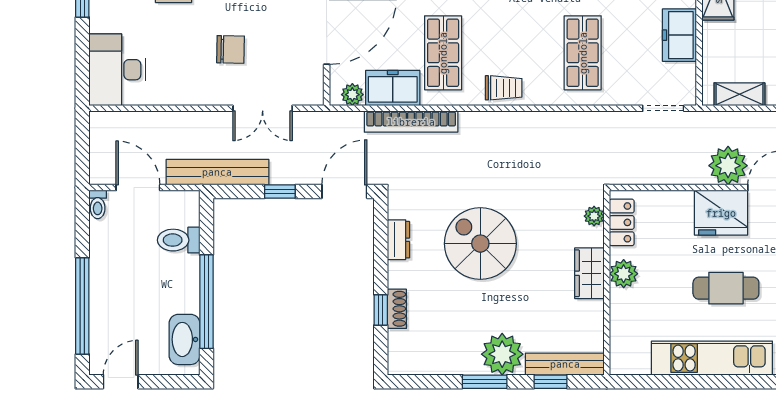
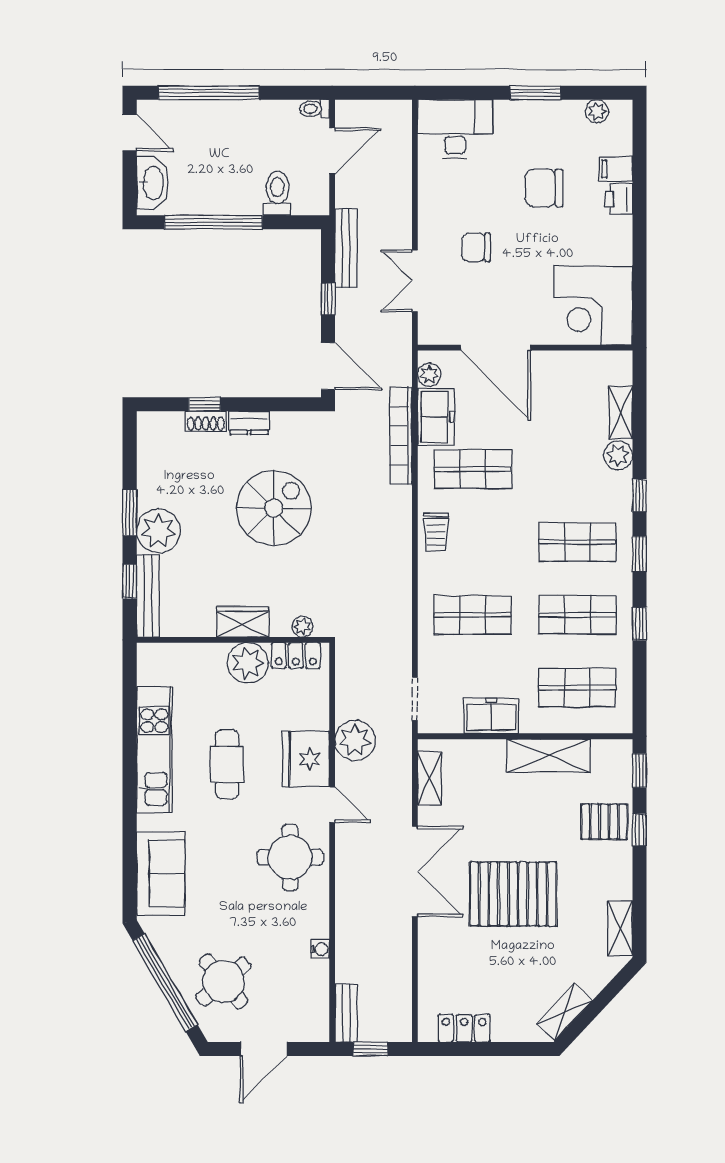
chair: (231, 49) -> (476, 247), turned 89
plant: (728, 166) -> (355, 740), moved
bench: (217, 172) -> (346, 248), width x0.73, depth x0.82
dresser: (399, 240) -> (249, 423), moved
plant: (624, 274) -> (248, 663), width x1.36, depth x1.36
washbasin: (184, 339) -> (153, 183), moved, turned 90

